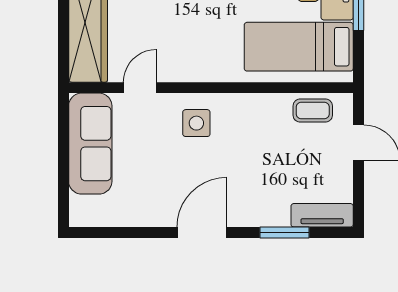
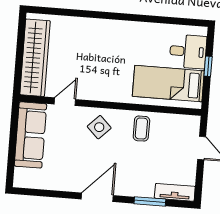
coffee table: (313, 111) -> (141, 129), moved, turned 90
side table: (196, 123) -> (99, 127), turned 45

